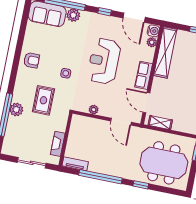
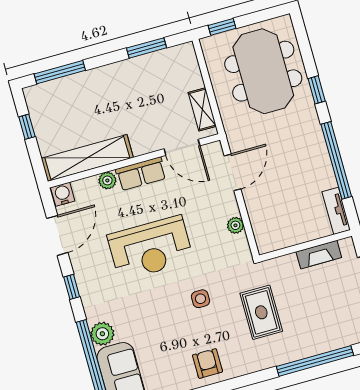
plant: (152, 42) -> (107, 180), moved
rug: (43, 100) -> (261, 312), turned 90
door: (146, 103) -> (182, 147), hinge flipped
plant: (16, 110) -> (298, 348), removed

